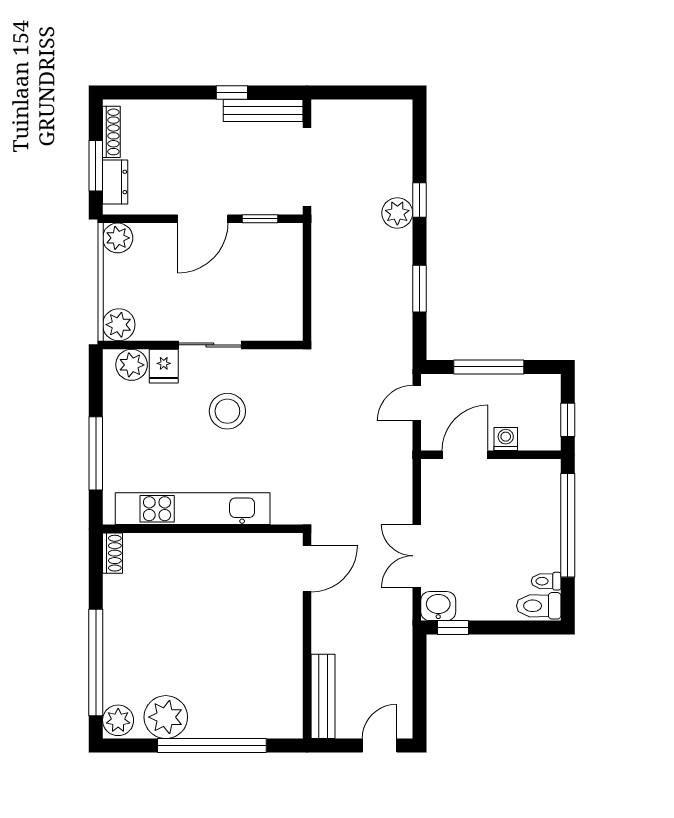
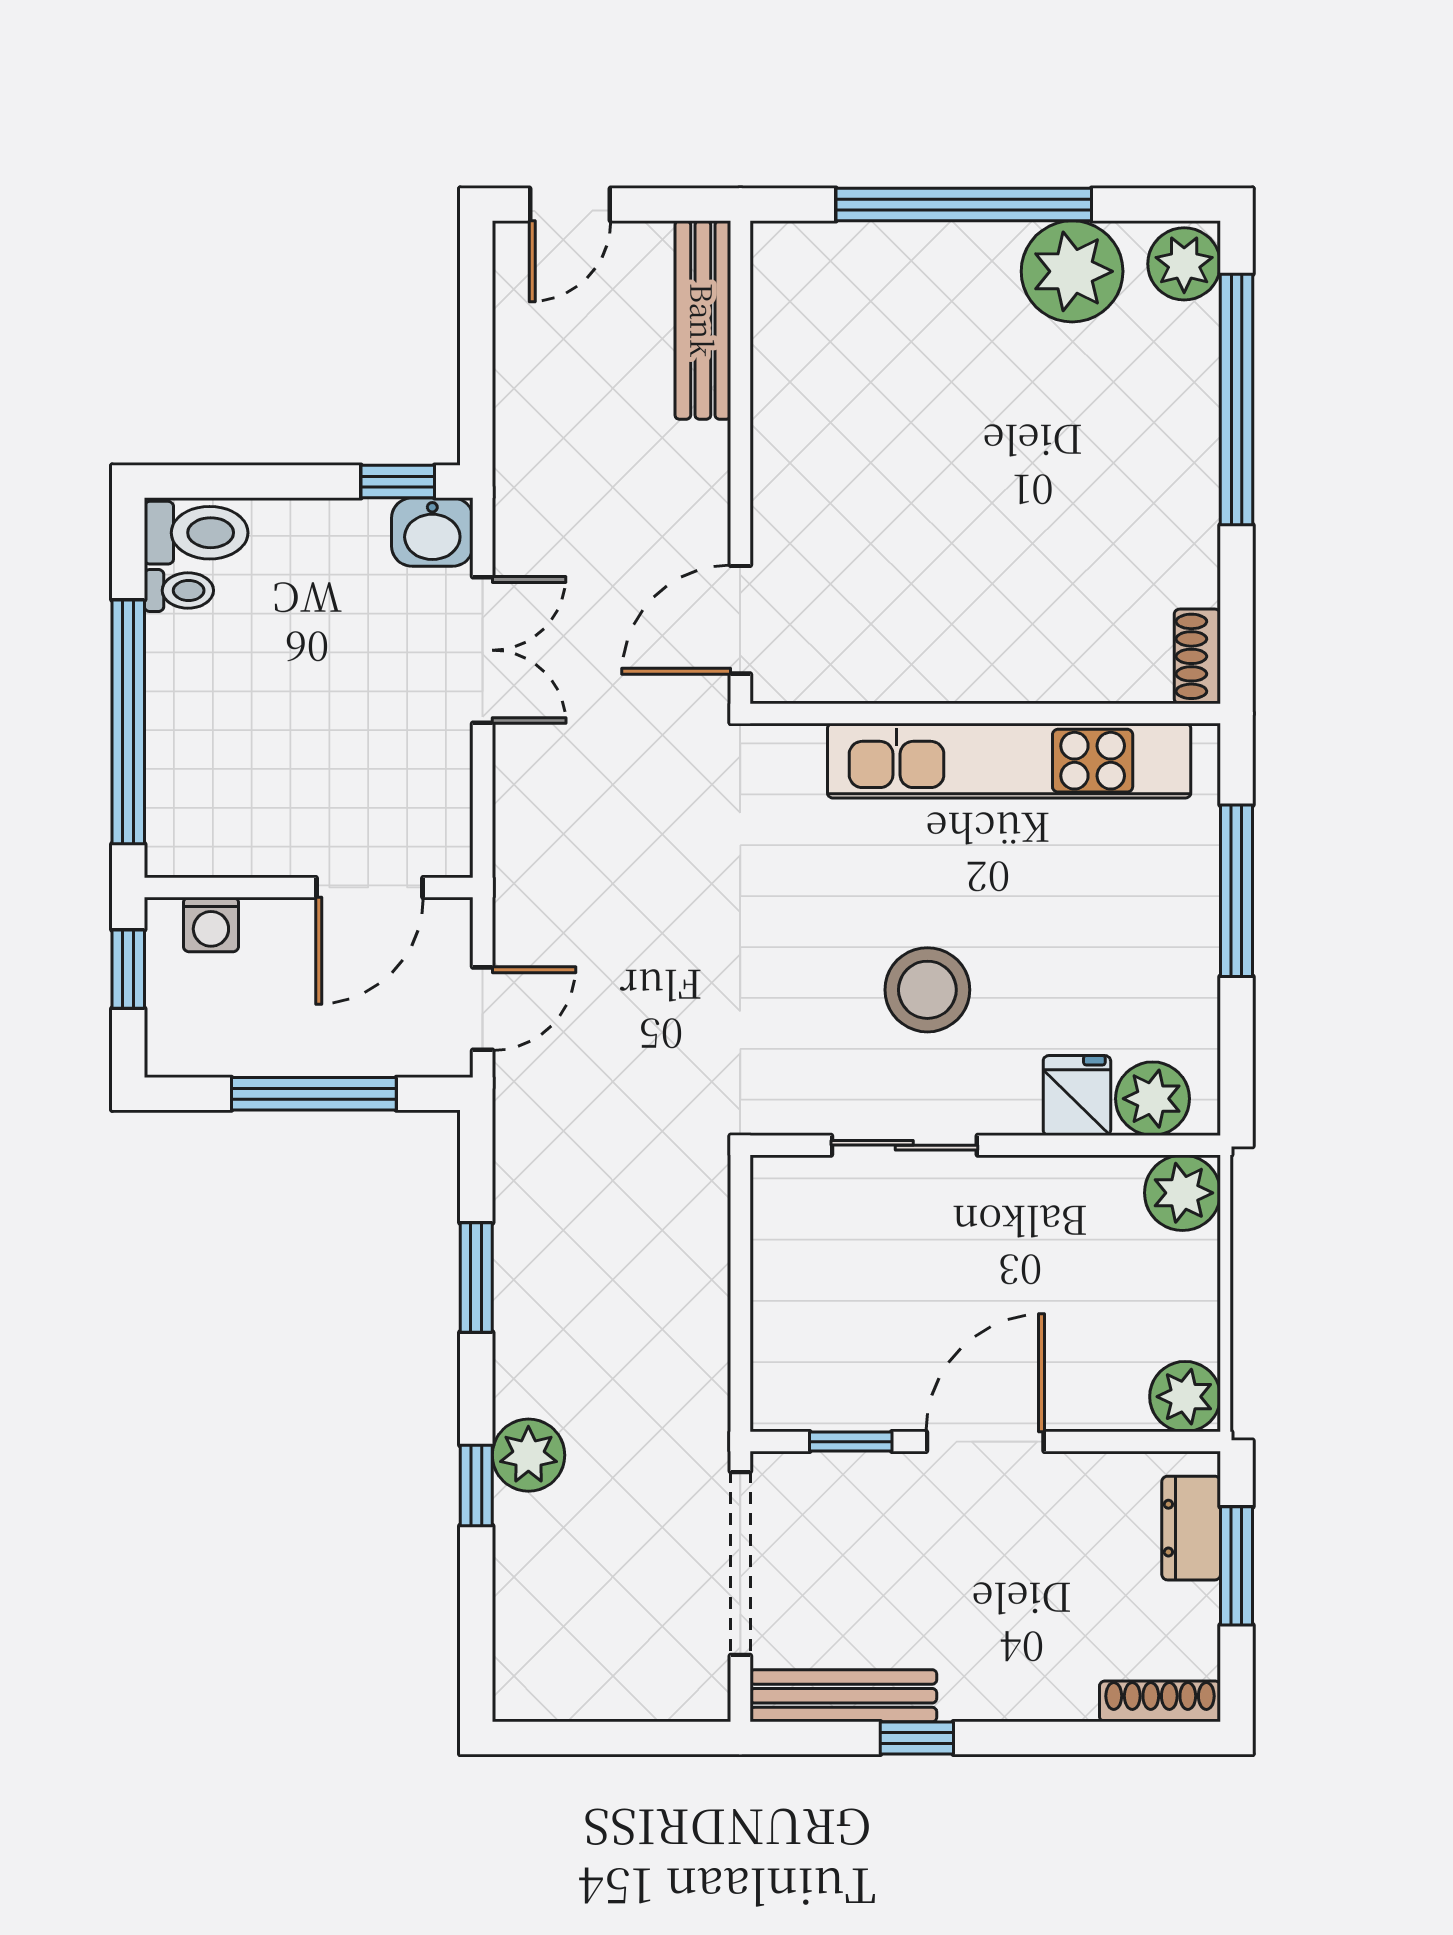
shoe rack: (111, 132) -> (1160, 1701), moved, turned 90
sliding door: (210, 345) -> (904, 1145), moved
washing machine: (506, 439) -> (211, 924), moved

